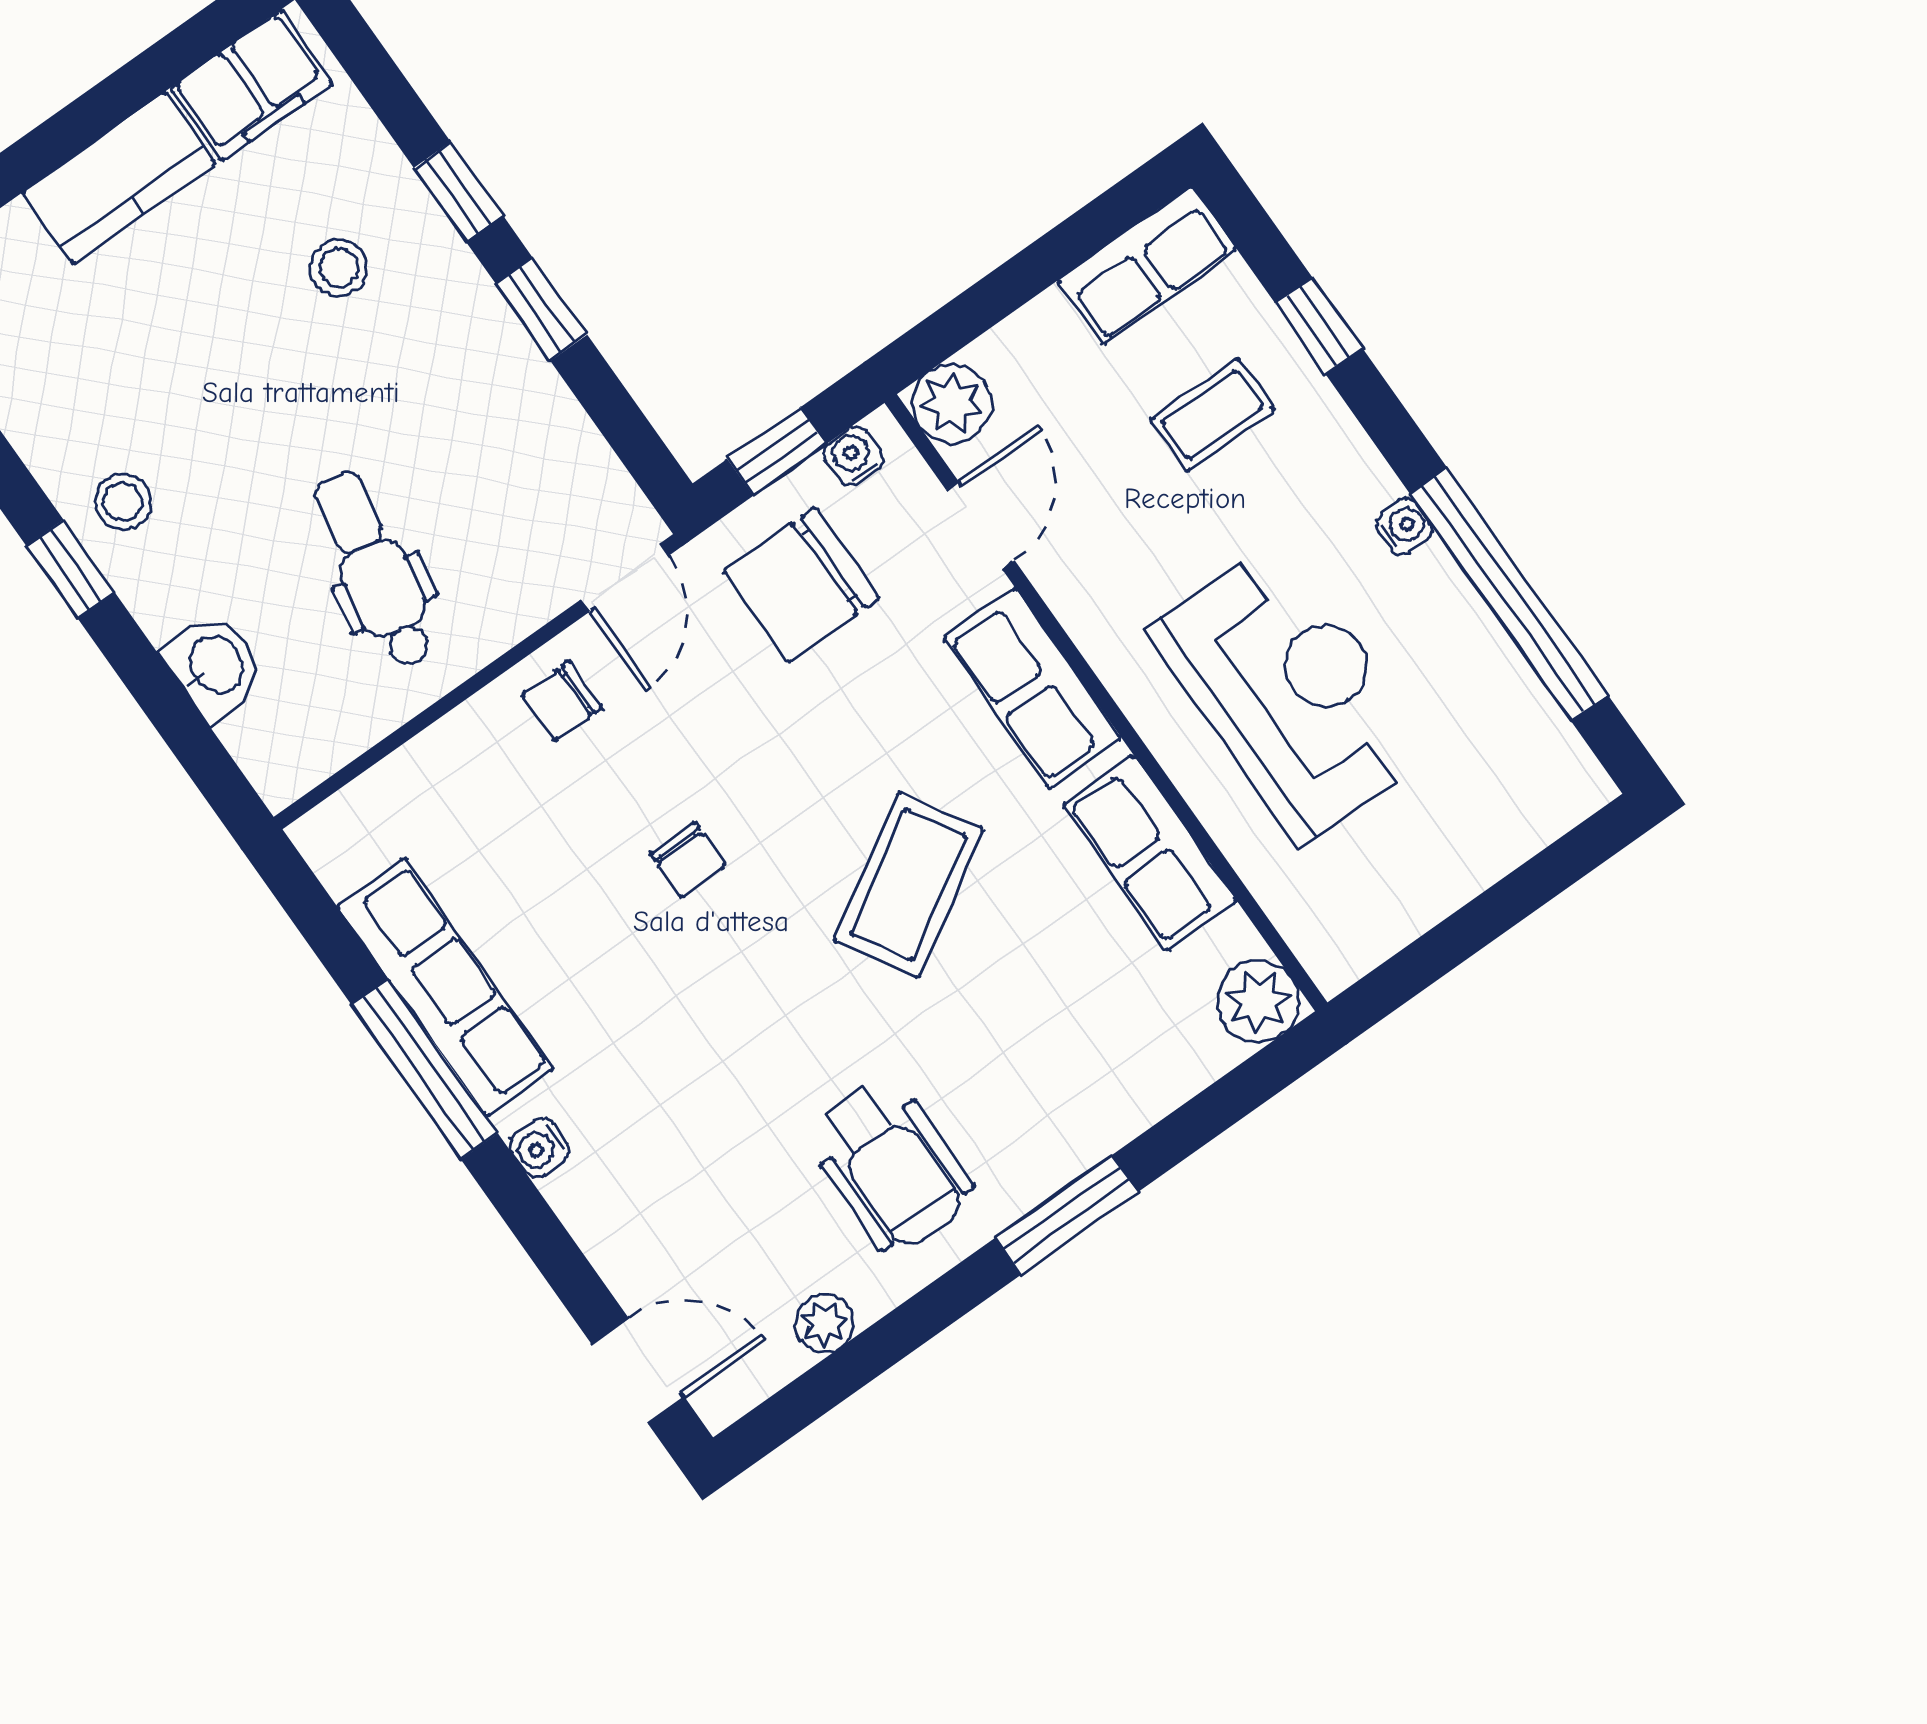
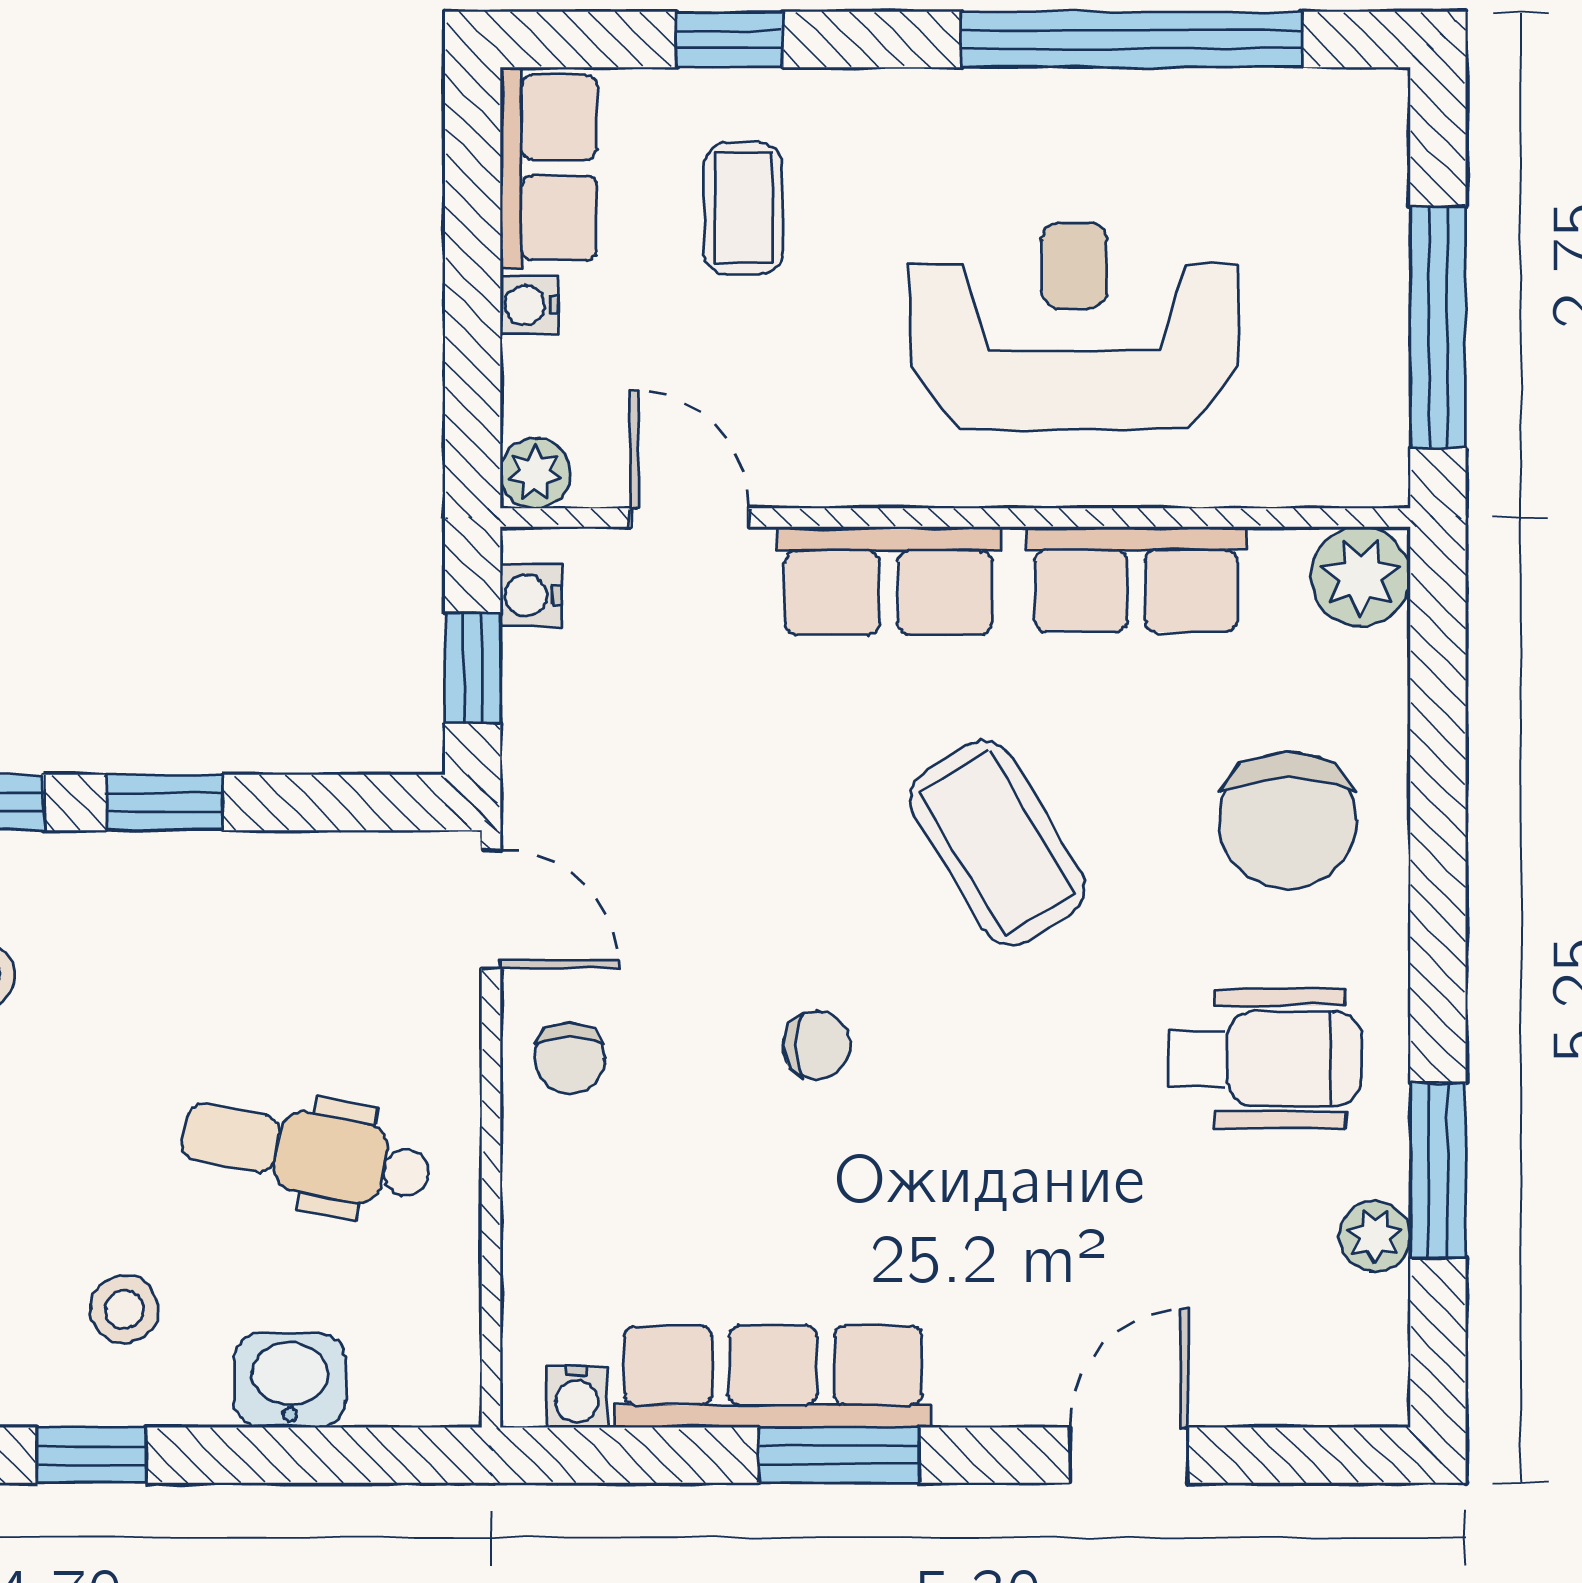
plant: (952, 404) -> (535, 473), width x0.73, depth x0.73
stool: (123, 502) -> (124, 1309), moved
water cooler: (1404, 527) -> (529, 305), moved, turned -90
chair: (802, 585) -> (1288, 820), moved
window: (1462, 935) -> (1438, 327), added
window: (424, 1069) -> (839, 1455), width x0.69
water cooler: (539, 1148) -> (577, 1397), moved
window: (1067, 1215) -> (1438, 1170), moved
door: (638, 1371) -> (1129, 1455), moved

